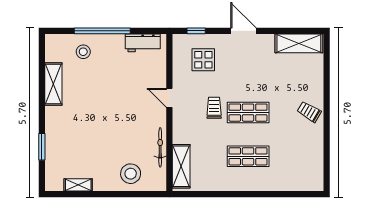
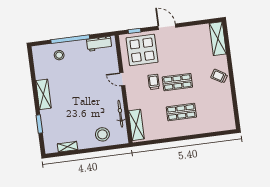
shelving: (299, 43) -> (218, 39), moved, turned 90
display table: (203, 60) -> (142, 50), width x1.86, depth x1.86
shelving: (53, 84) -> (43, 94), moved

